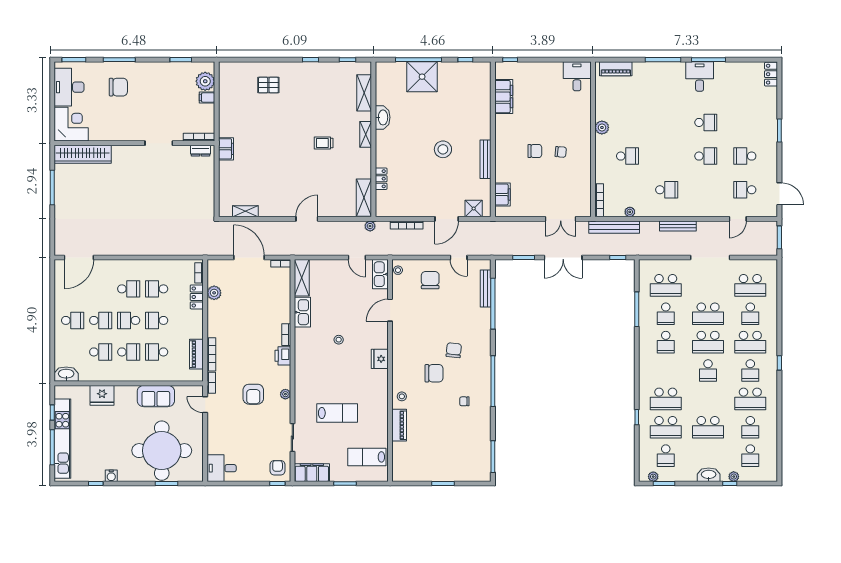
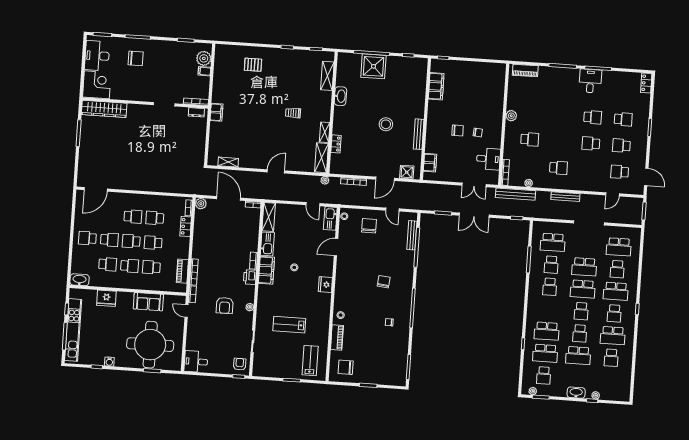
desk: (577, 76) -> (488, 159), moved, turned 90
school desk: (745, 122) -> (623, 119), added
shelving: (366, 134) -> (325, 132), moved
school desk: (706, 156) -> (591, 144), turned 180
plant: (214, 293) -> (201, 204), moved
school desk: (73, 320) -> (87, 238), turned 180
chair: (434, 373) -> (346, 367), moved, turned 180
lab bench: (337, 413) -> (289, 325), turned 180
school desk: (750, 456) -> (580, 333), moved
lab bench: (367, 457) -> (310, 361), turned 90
filing cabinet: (312, 473) -> (266, 270), moved, turned 90

